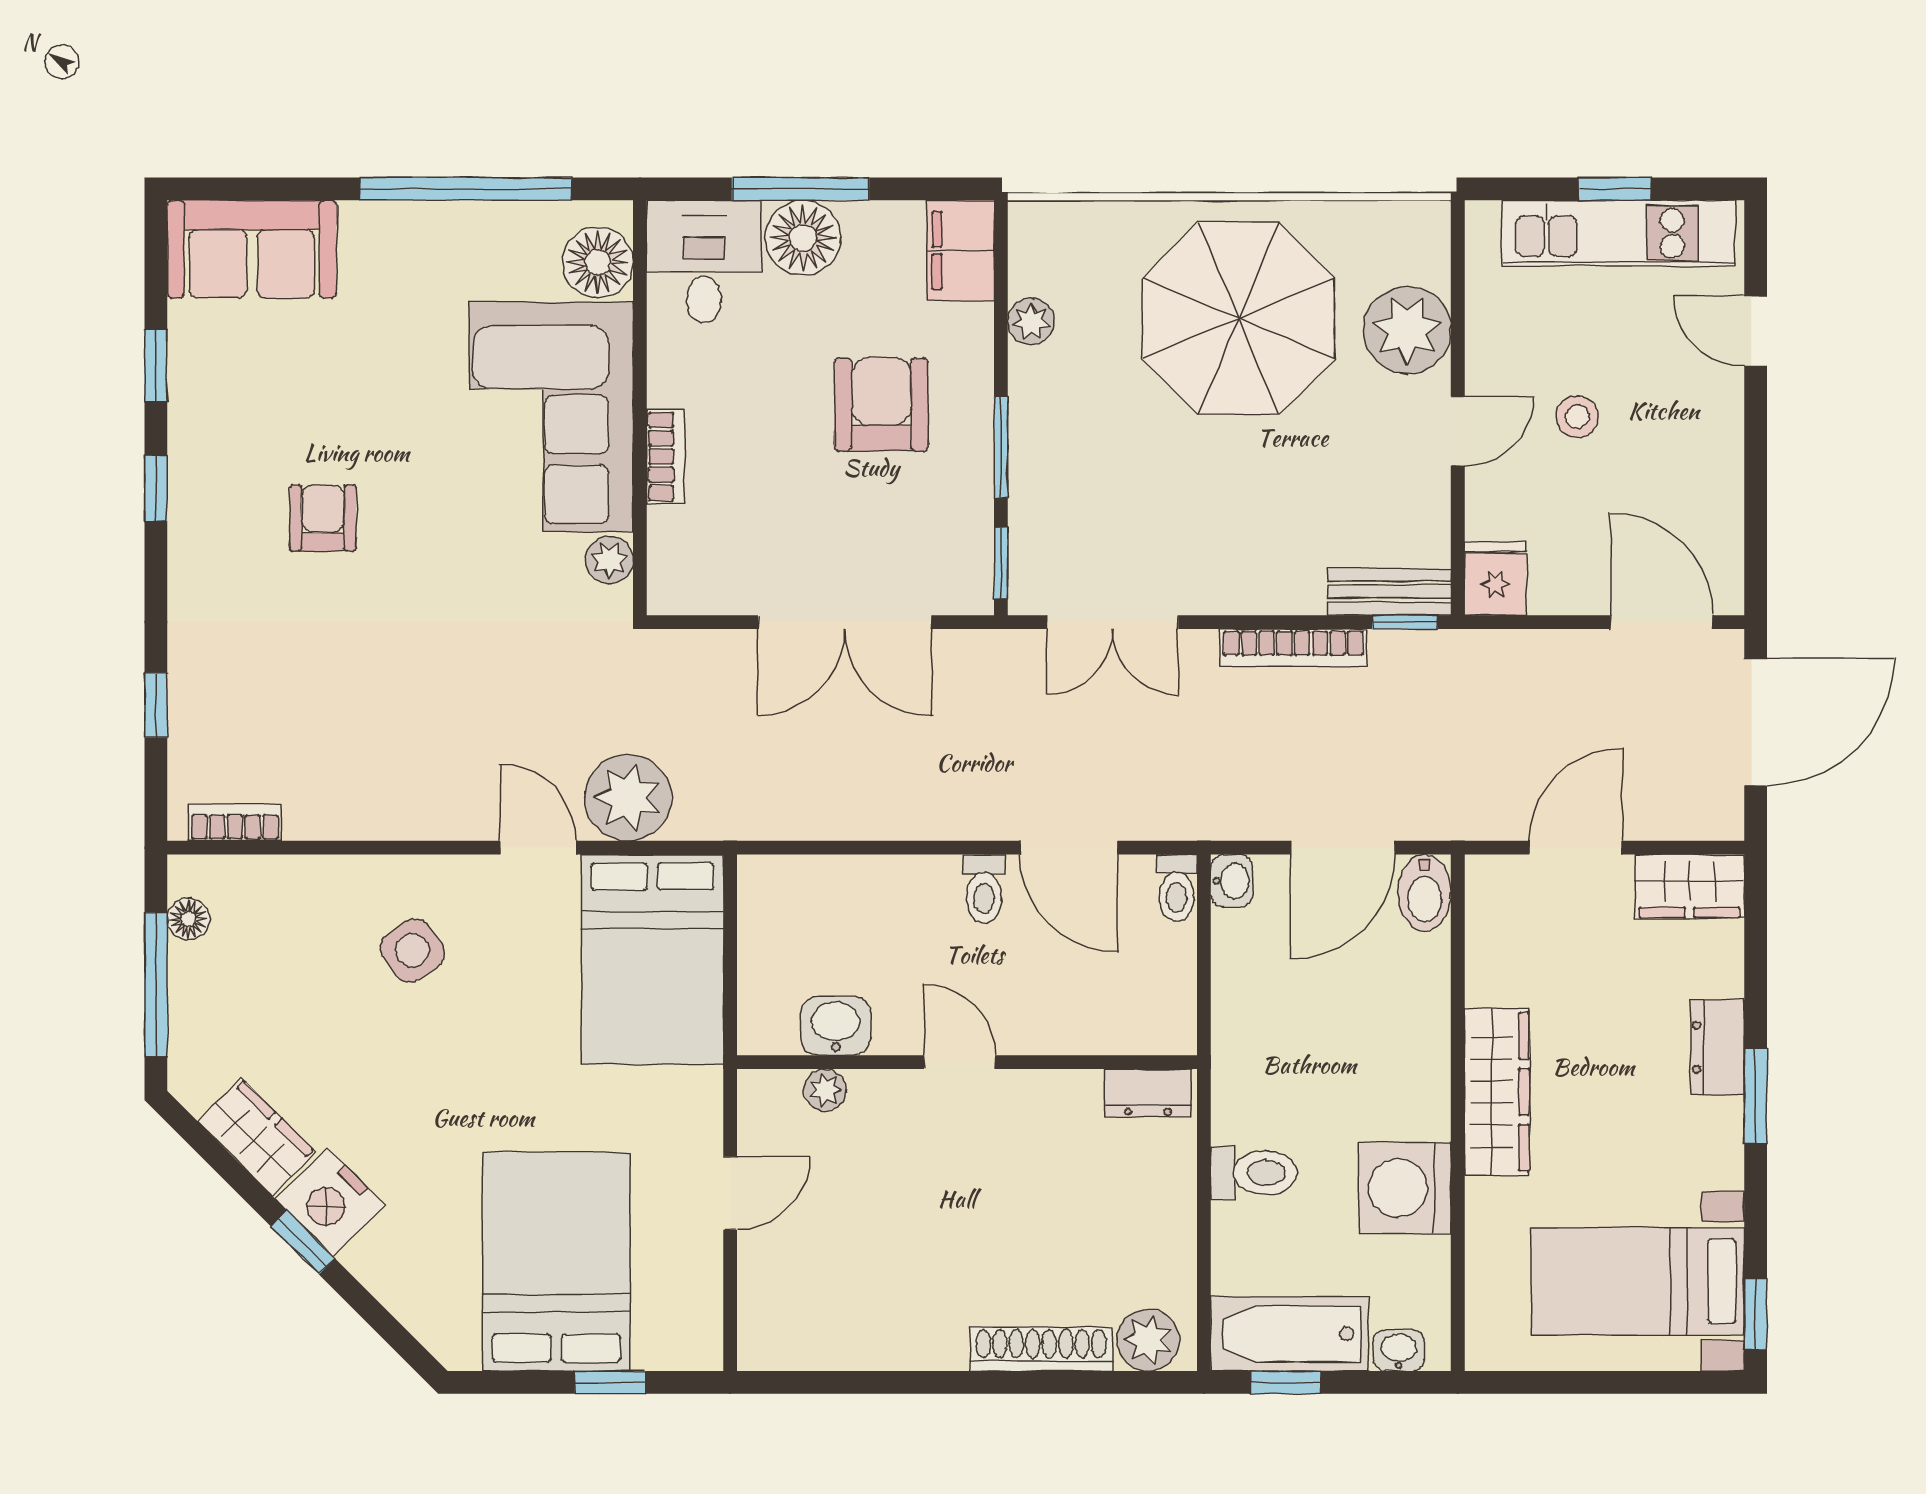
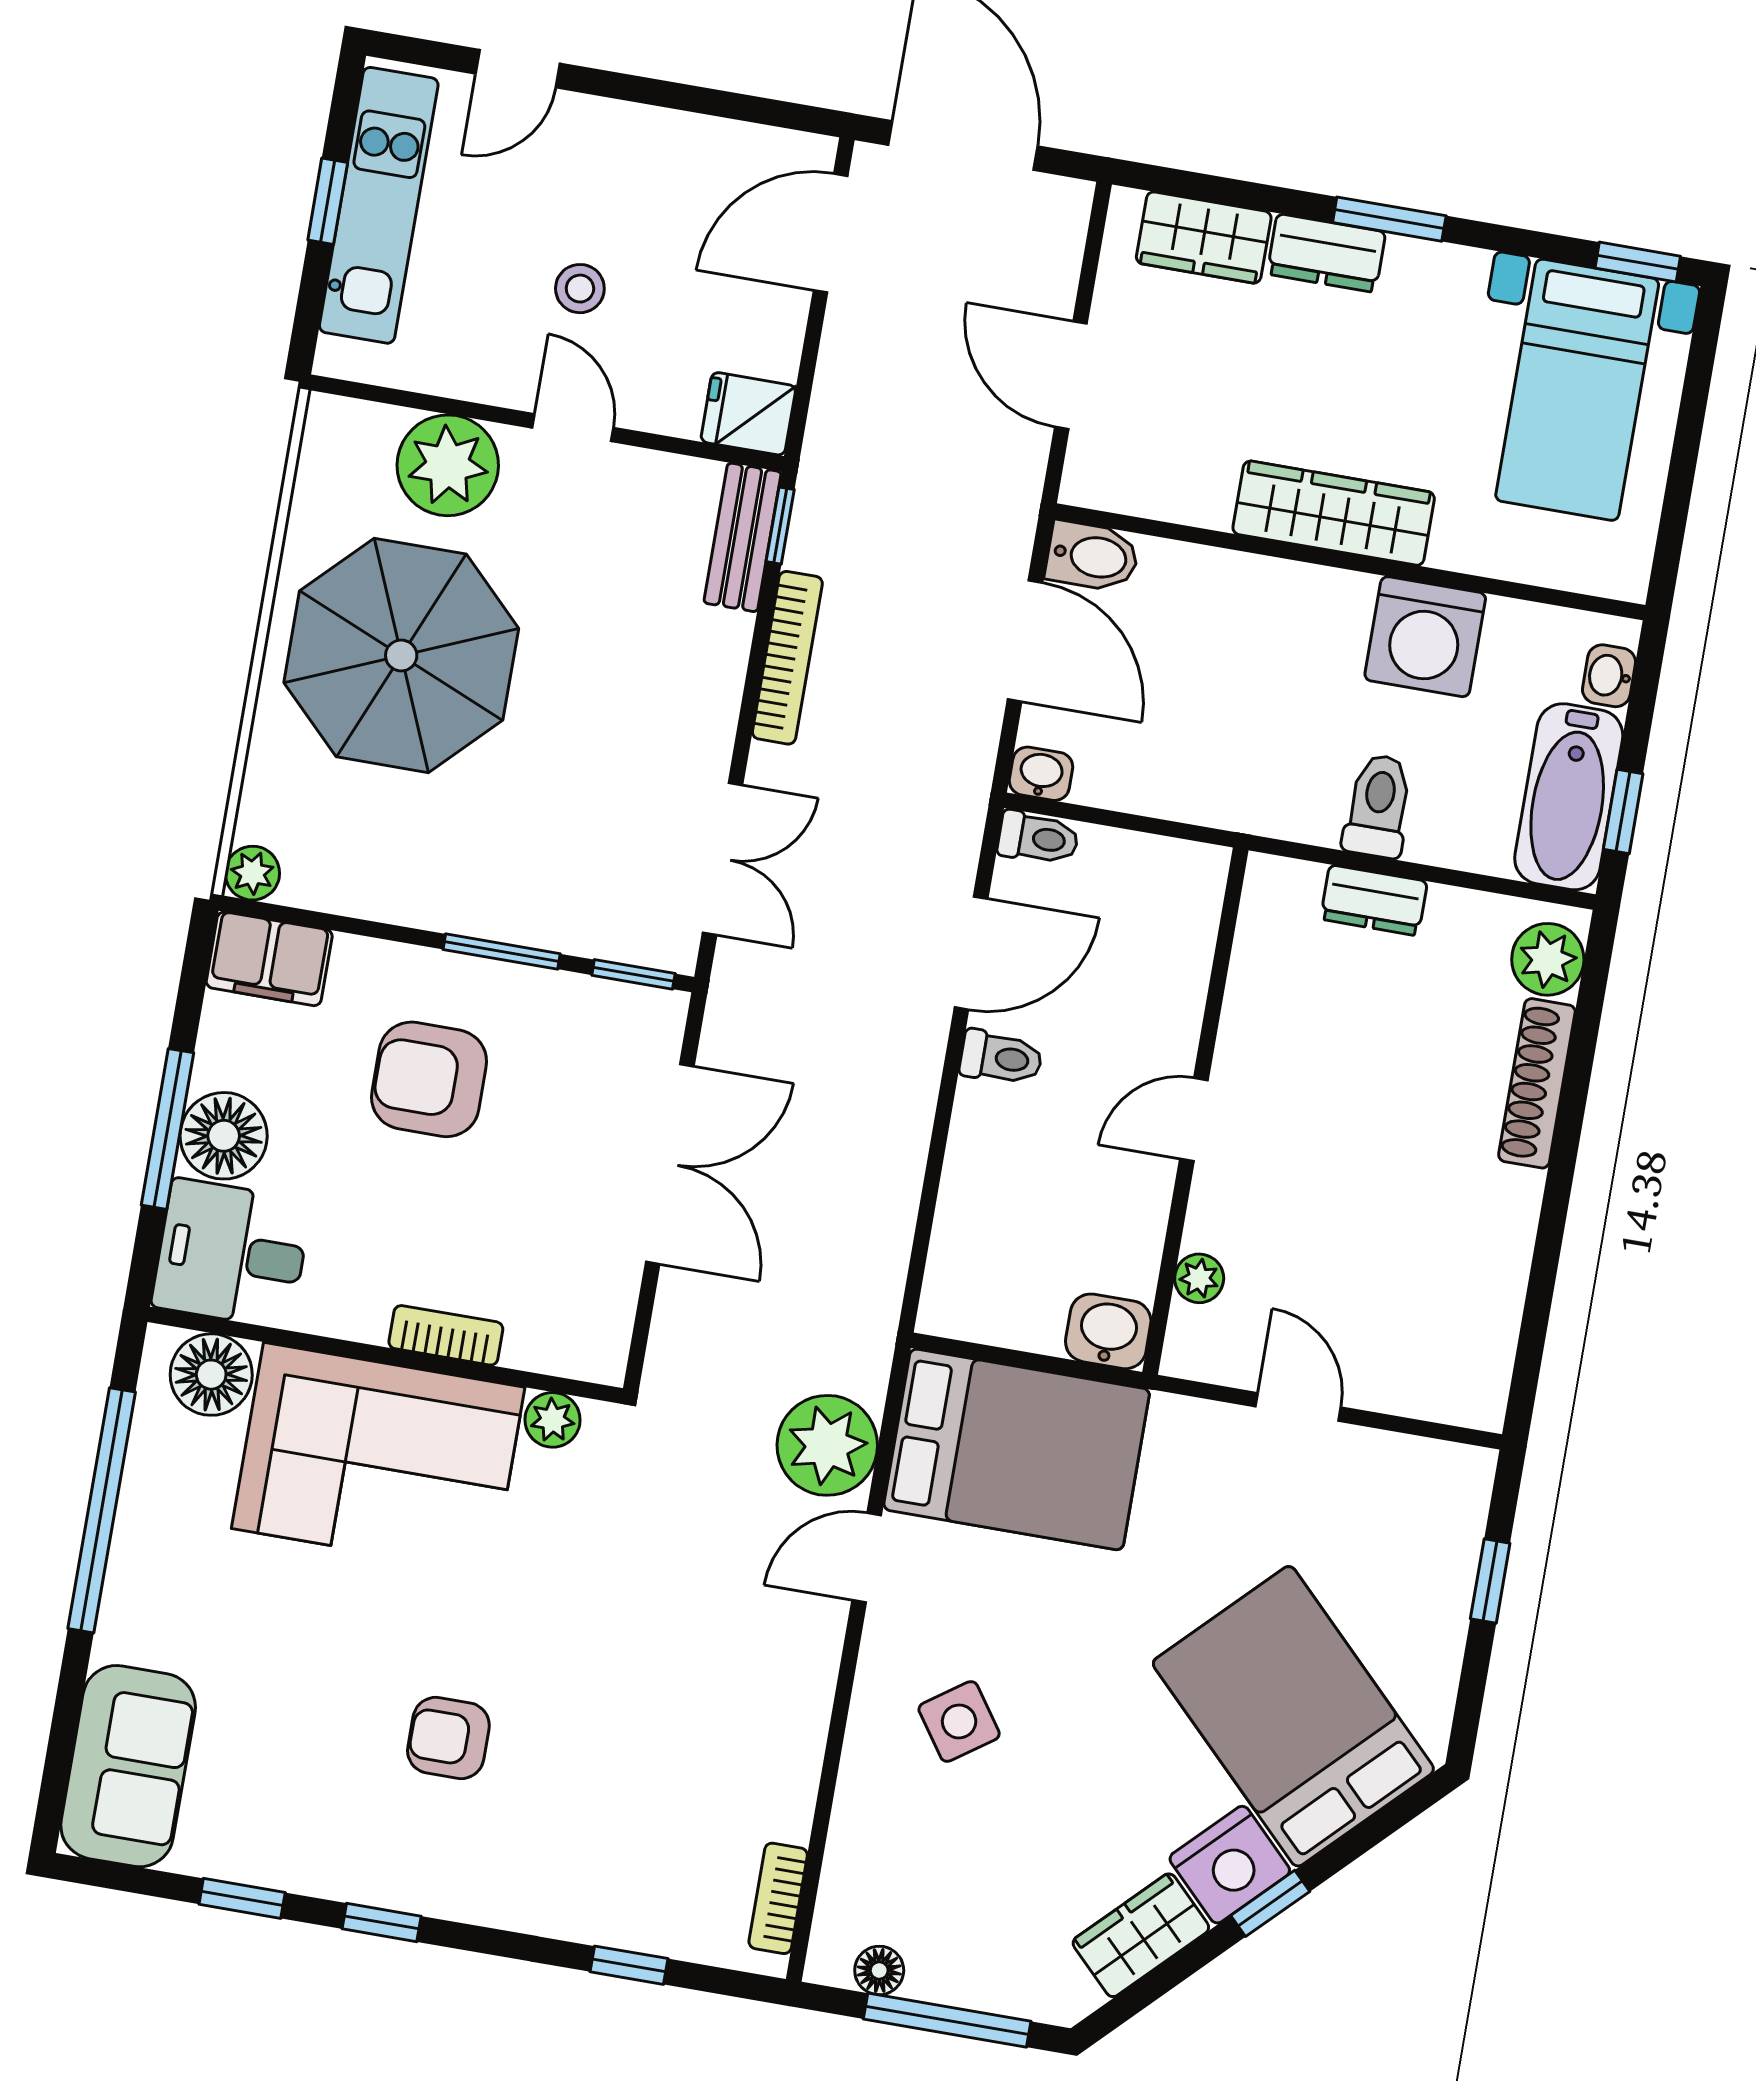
plant: (1031, 321) -> (252, 873), moved
wardrobe: (1689, 886) -> (1204, 237), moved, turned 90
washbasin: (836, 1026) -> (1108, 1331), moved, turned 90
dresser: (1148, 1093) -> (1374, 900), moved, turned 90
bed: (556, 1262) -> (1293, 1716), moved, turned 45

